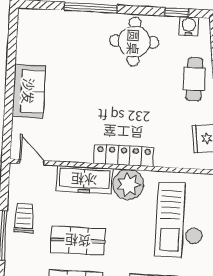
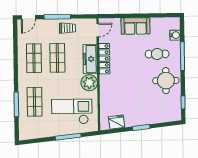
water cooler: (189, 26) -> (175, 35), moved
cafe table: (194, 79) -> (157, 54), moved
locker: (124, 155) -> (104, 59), moved

